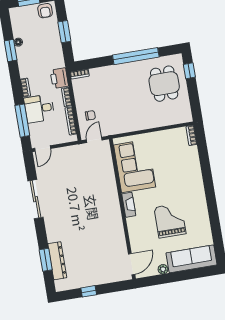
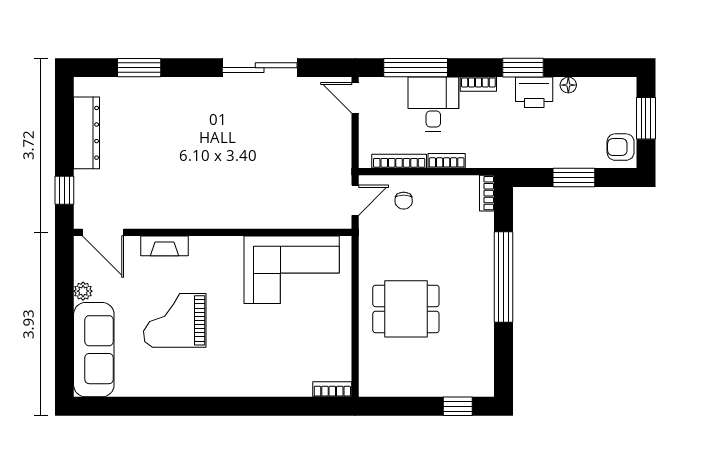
window: (11, 51) -> (523, 68), moved
window: (136, 56) -> (503, 277), moved
printer: (59, 78) -> (534, 92), moved, turned 180
dining table: (164, 84) -> (406, 309), moved
door: (94, 140) -> (355, 200), hinge flipped
fireplace: (129, 205) -> (164, 246), moved
grand piano: (170, 221) -> (175, 320), turned 180
dresser: (57, 261) -> (87, 133), moved, turned -90
window: (89, 291) -> (64, 190), moved

